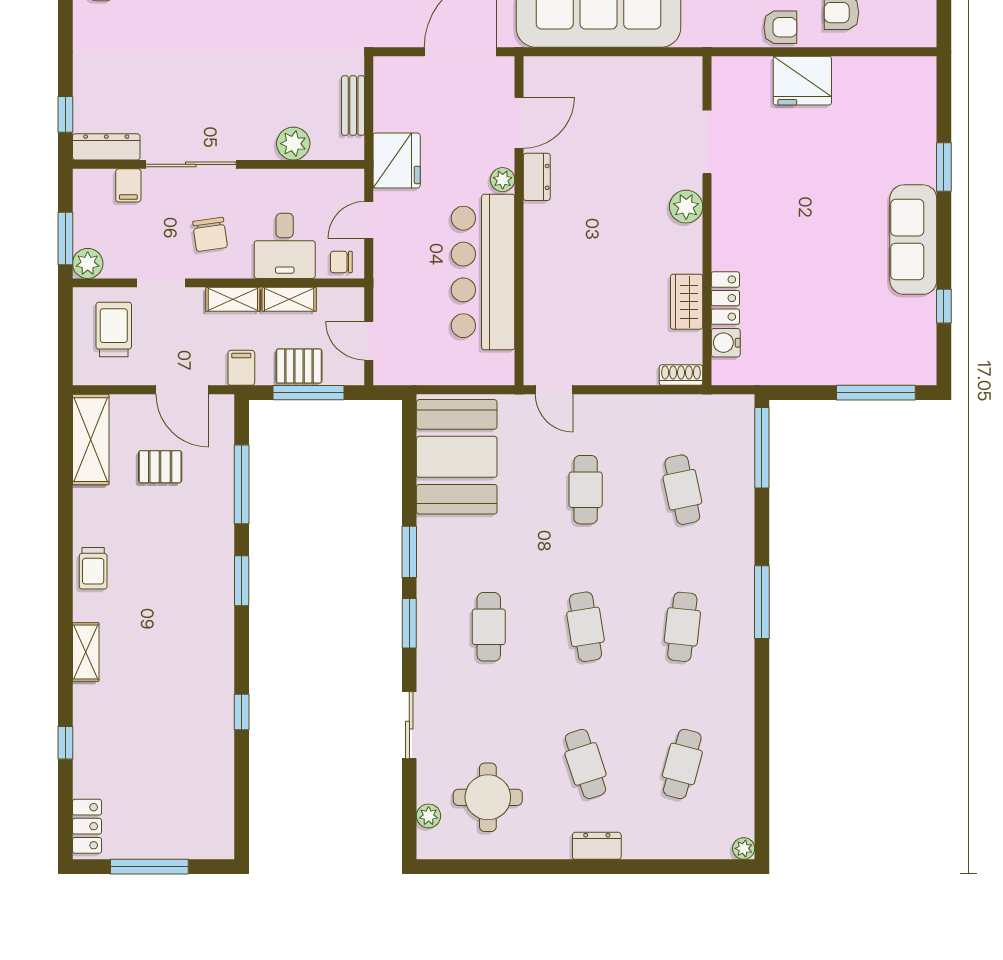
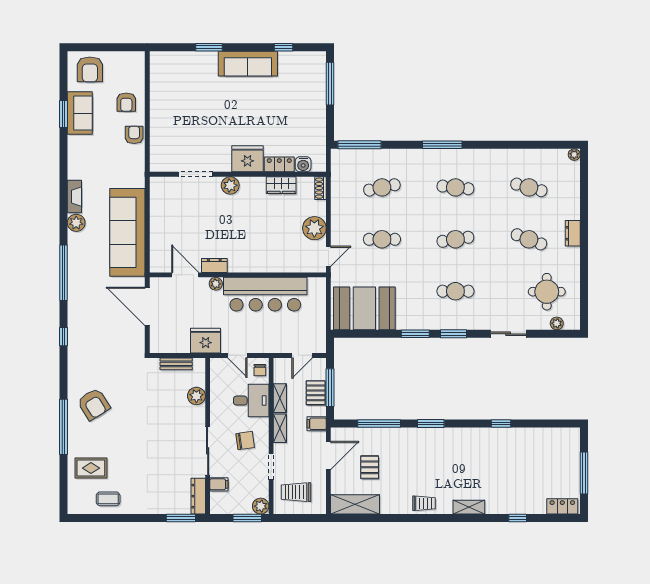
fridge: (802, 81) -> (248, 159), moved, turned -90
window: (65, 114) -> (181, 518), width x1.50
plant: (606, 364) -> (314, 228), added
cafe table: (586, 764) -> (529, 239), turned 39

